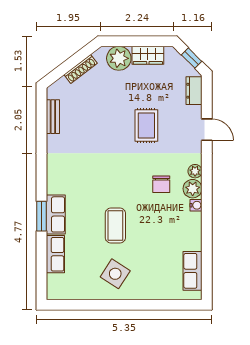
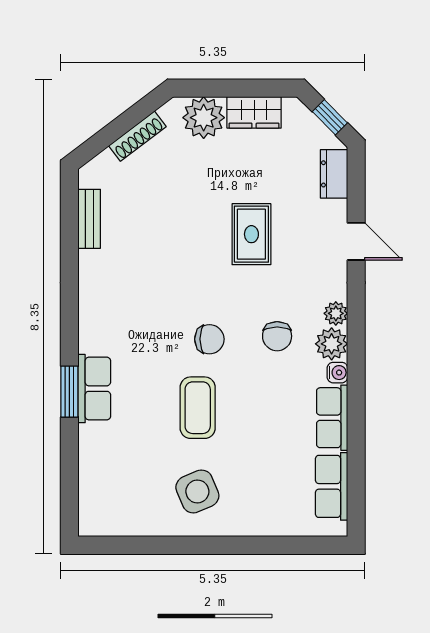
chair: (122, 186) -> (209, 339), added
row of seats: (55, 254) -> (332, 418), moved, turned 180
side table: (115, 274) -> (197, 491), turned 34

